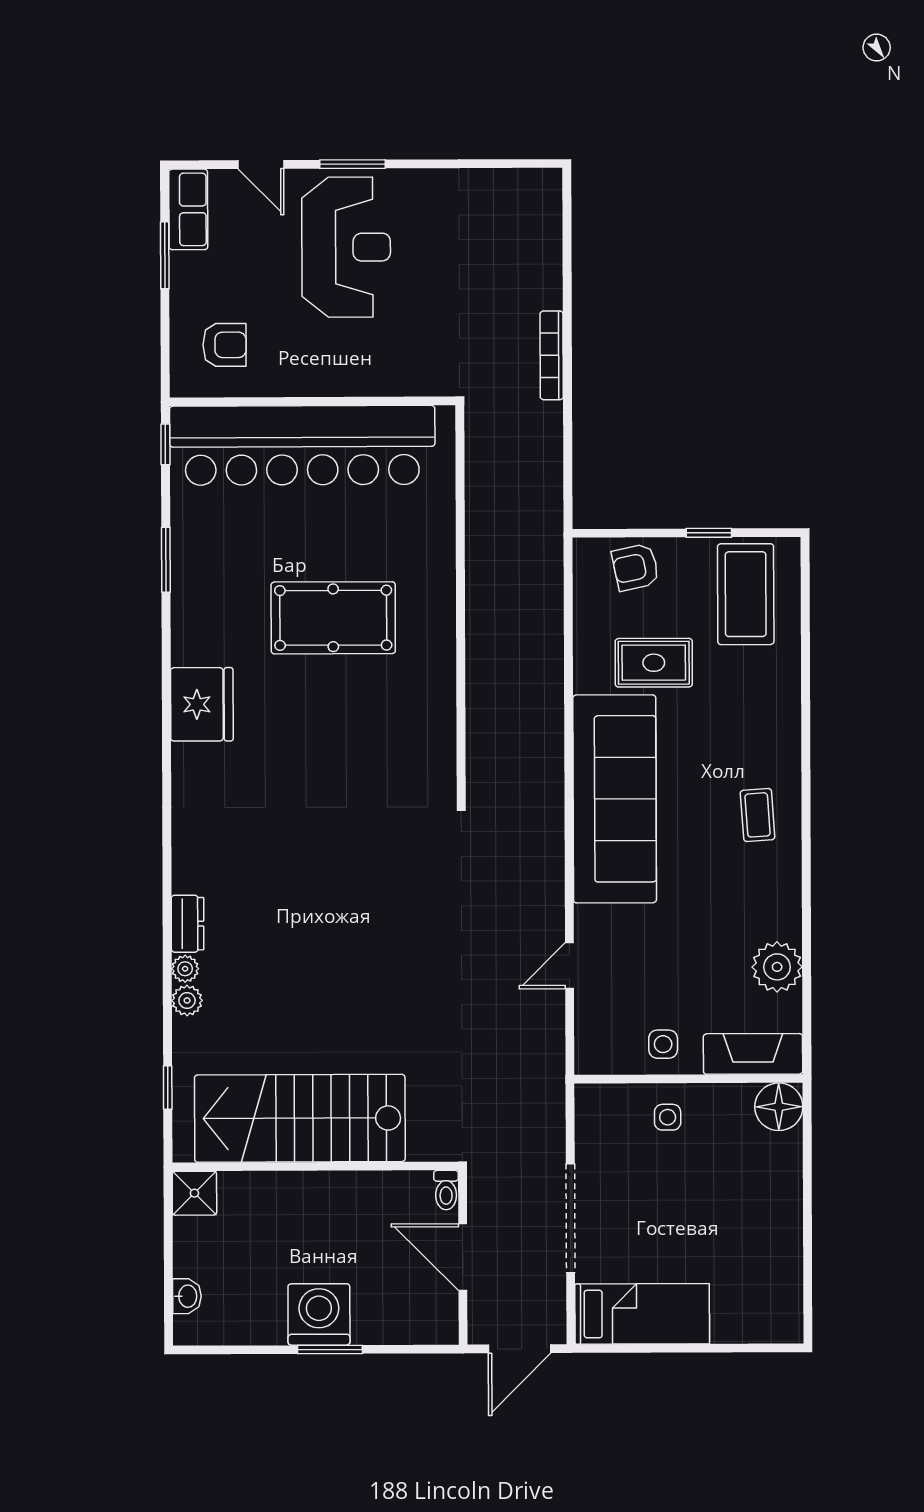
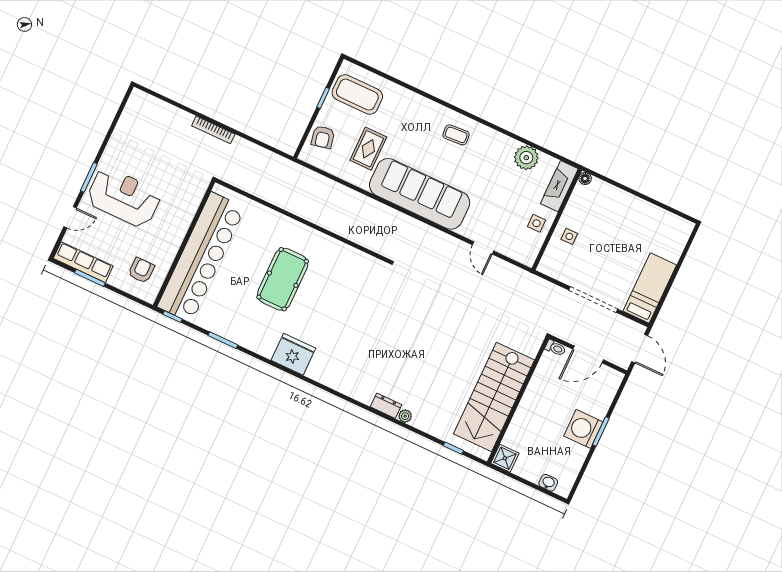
row of seats: (188, 209) -> (83, 262), width x1.48
plant: (187, 1000) -> (419, 422), removed
floor lamp: (779, 1107) -> (585, 179), width x0.53, depth x0.53

